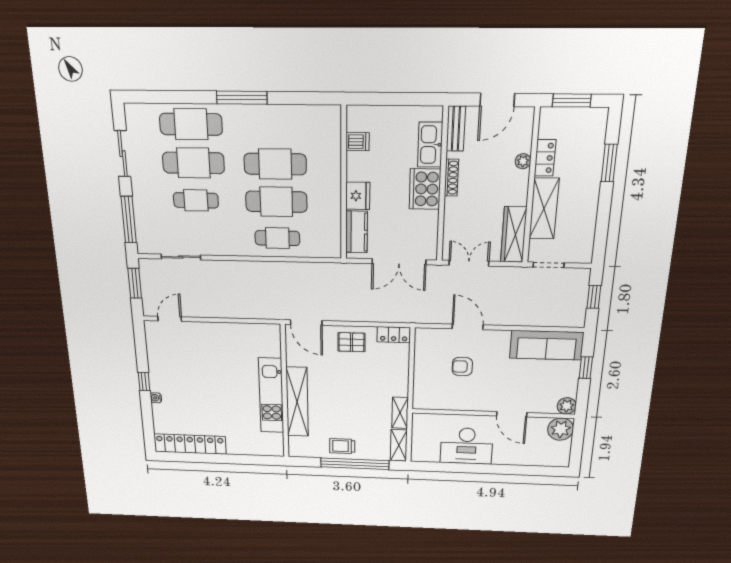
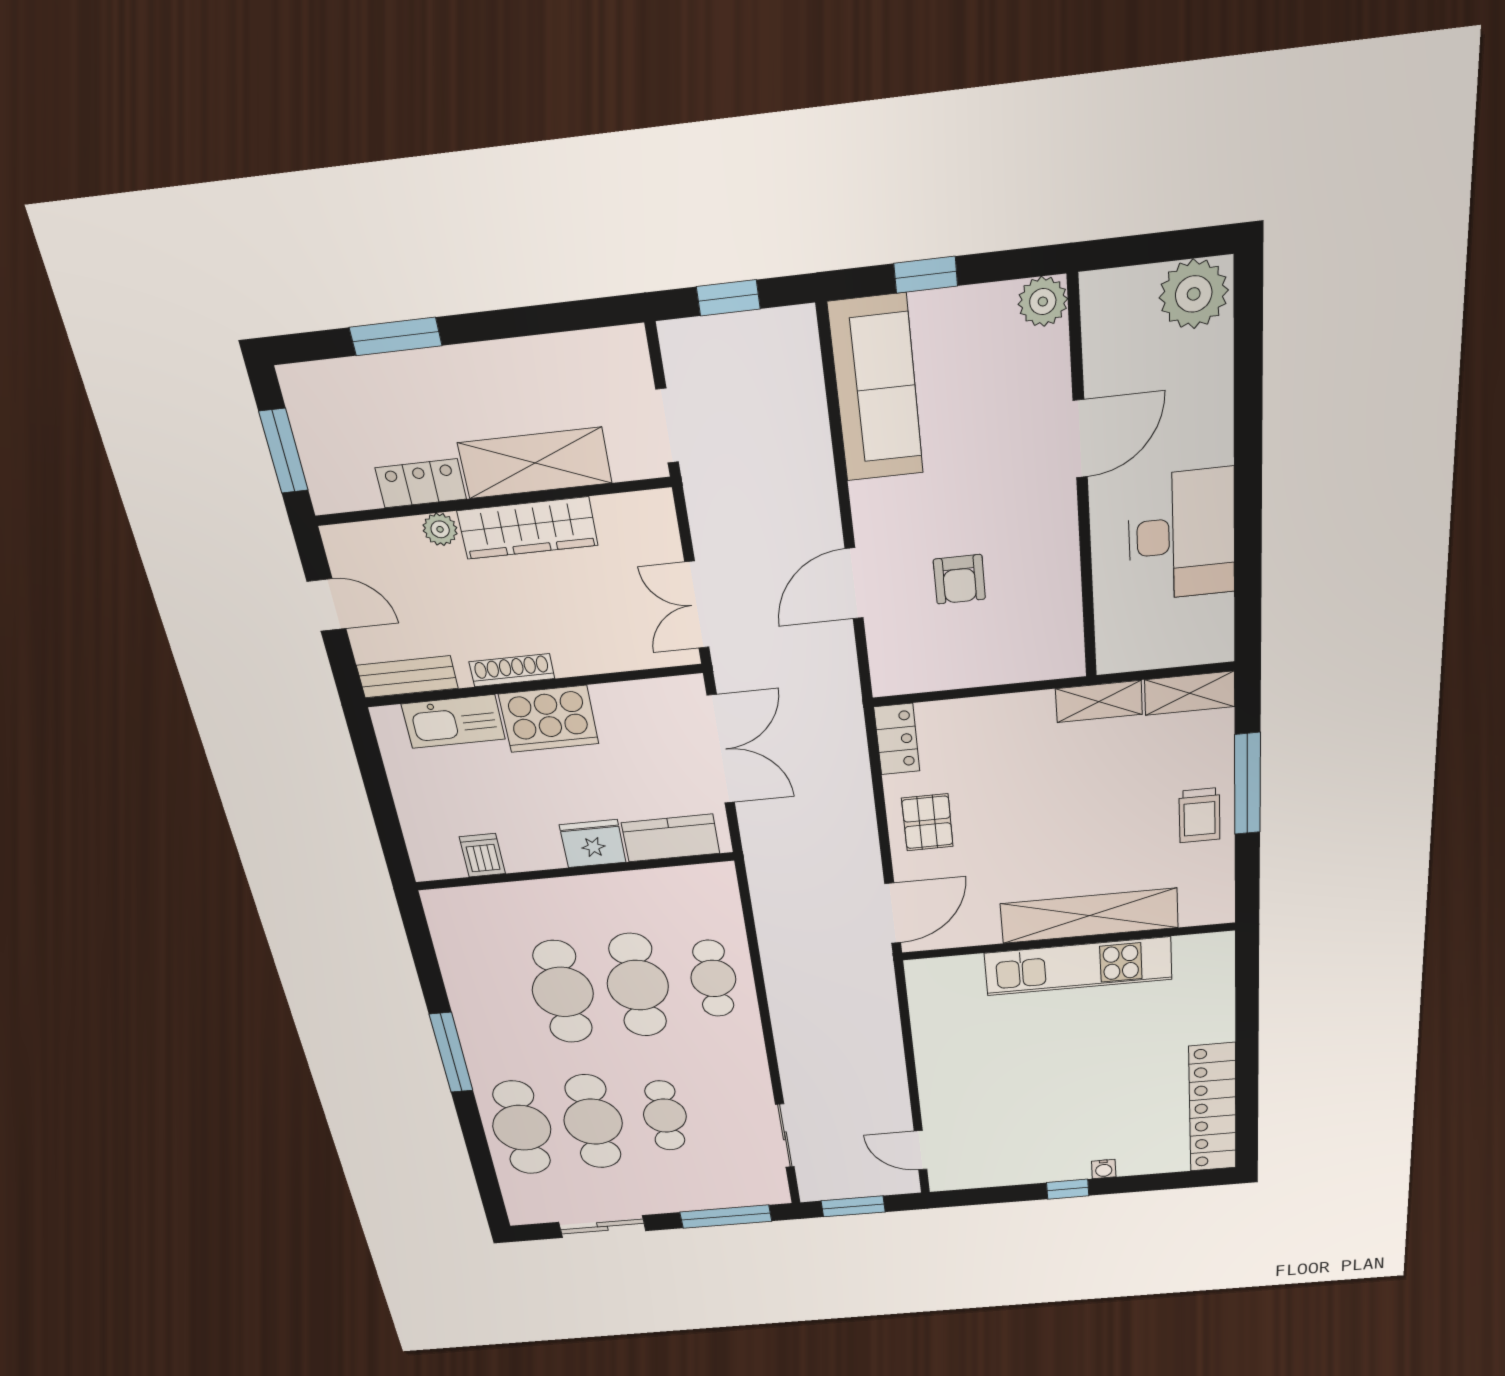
door: (497, 100) -> (326, 605), width x0.73
wardrobe: (514, 235) -> (528, 528), moved
plant: (561, 429) -> (1194, 294), moved
window: (355, 464) -> (1247, 784), width x0.68

